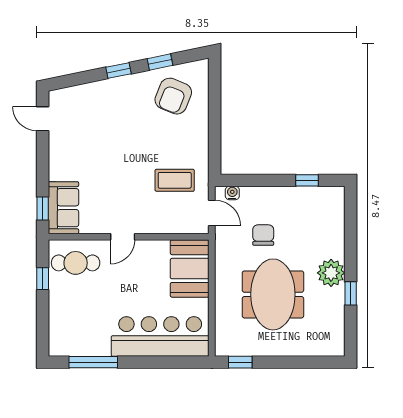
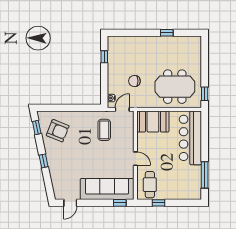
window: (160, 62) -> (37, 128), moved
sofa: (63, 208) -> (107, 189), width x1.85, depth x1.27
plant: (331, 273) -> (155, 44), removed
meeting table: (273, 294) -> (175, 87), moved

